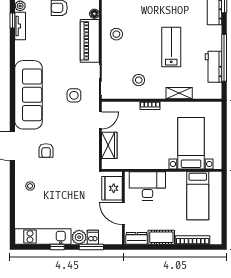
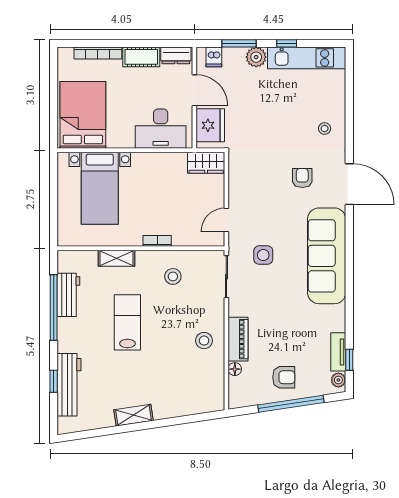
piano: (90, 41) -> (238, 339), width x0.73, depth x0.75
lab bench: (171, 47) -> (127, 322), turned 180
wardrobe: (109, 145) -> (206, 163), moved, turned -90
bed: (198, 196) -> (83, 115), width x1.50
dishwasher: (93, 237) -> (214, 57), moved

